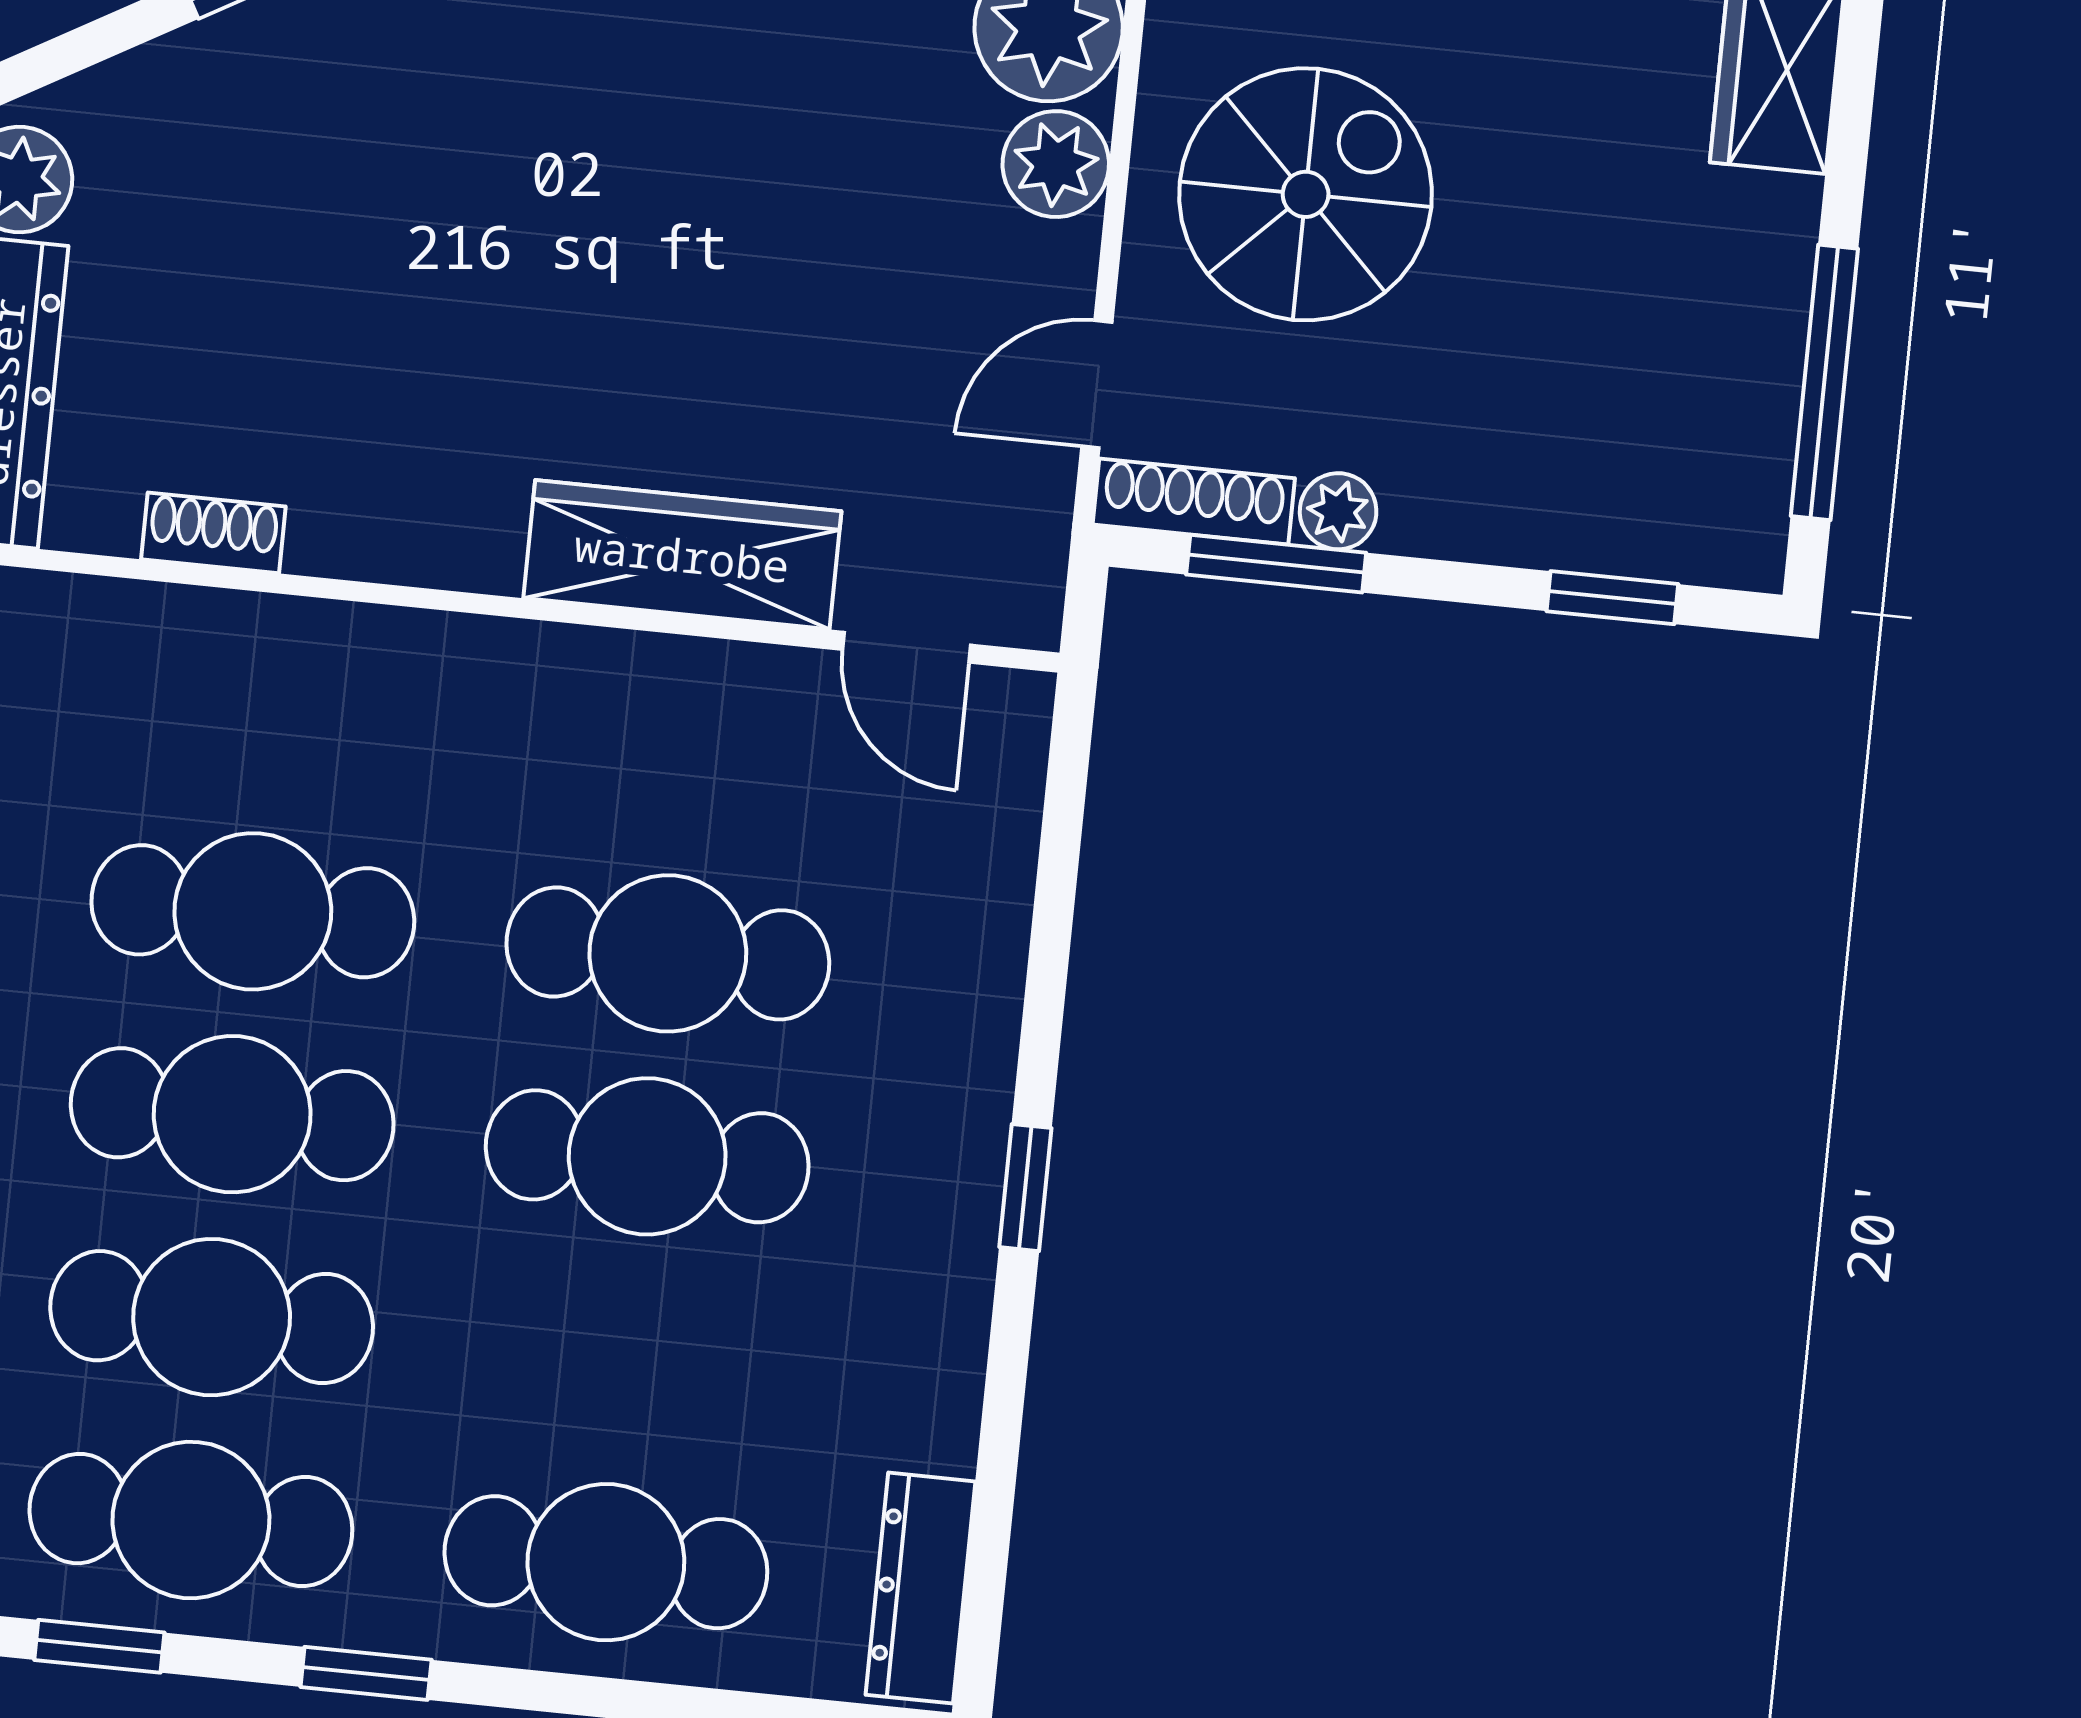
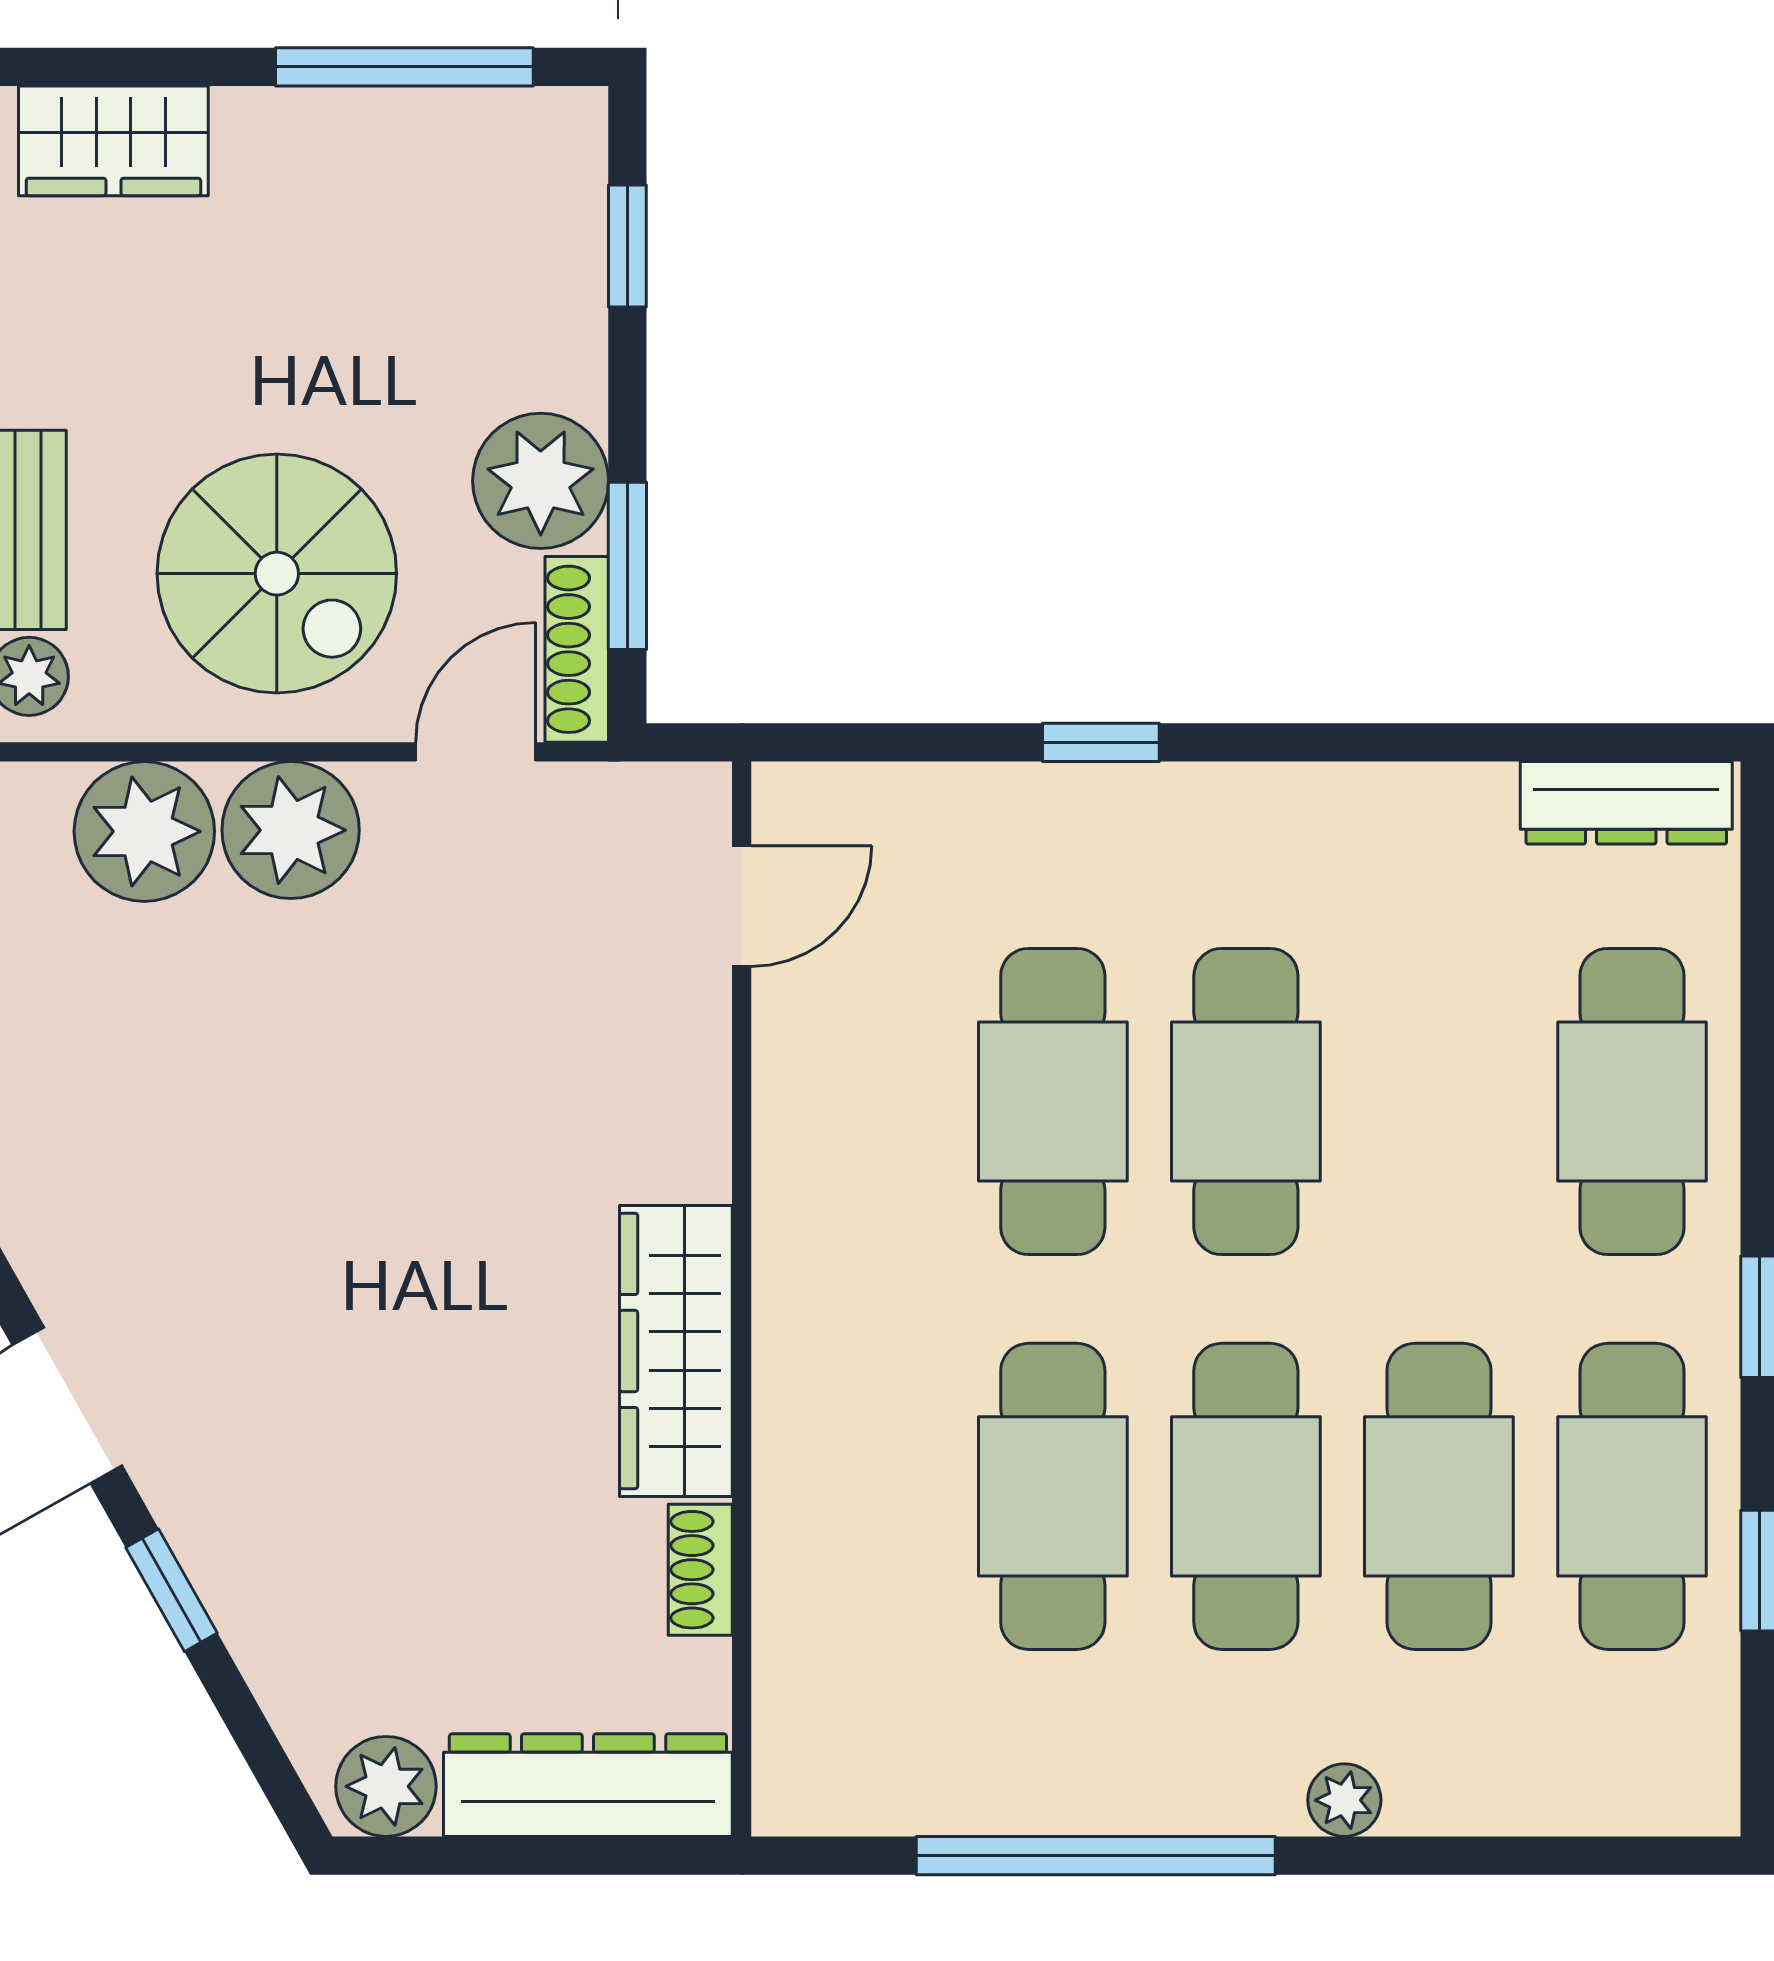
plant: (1056, 164) -> (291, 830), width x1.36, depth x1.36
spiral stairs: (1306, 194) -> (277, 574), turned 180
door: (1097, 384) -> (476, 752), swing flipped
plant: (1338, 511) -> (541, 481), width x1.87, depth x1.87
wardrobe: (682, 555) -> (676, 1351), moved
window: (1025, 1188) -> (1101, 742), moved

